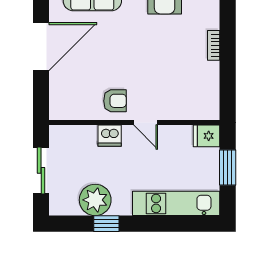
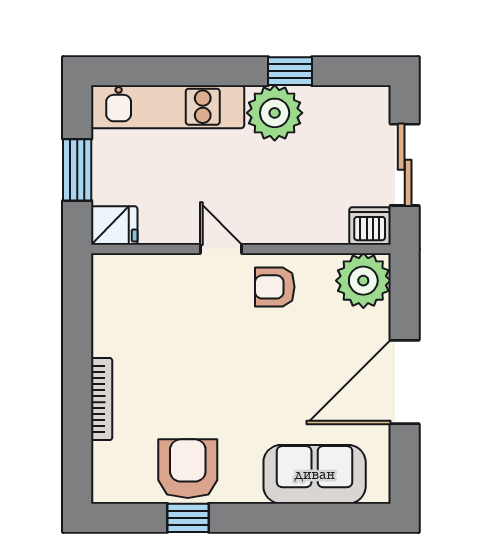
bookcase: (214, 45) -> (102, 399), width x1.56
plant: (65, 104) -> (363, 281), added
dishwasher: (110, 136) -> (370, 226), moved
plant: (95, 200) -> (275, 113), moved

